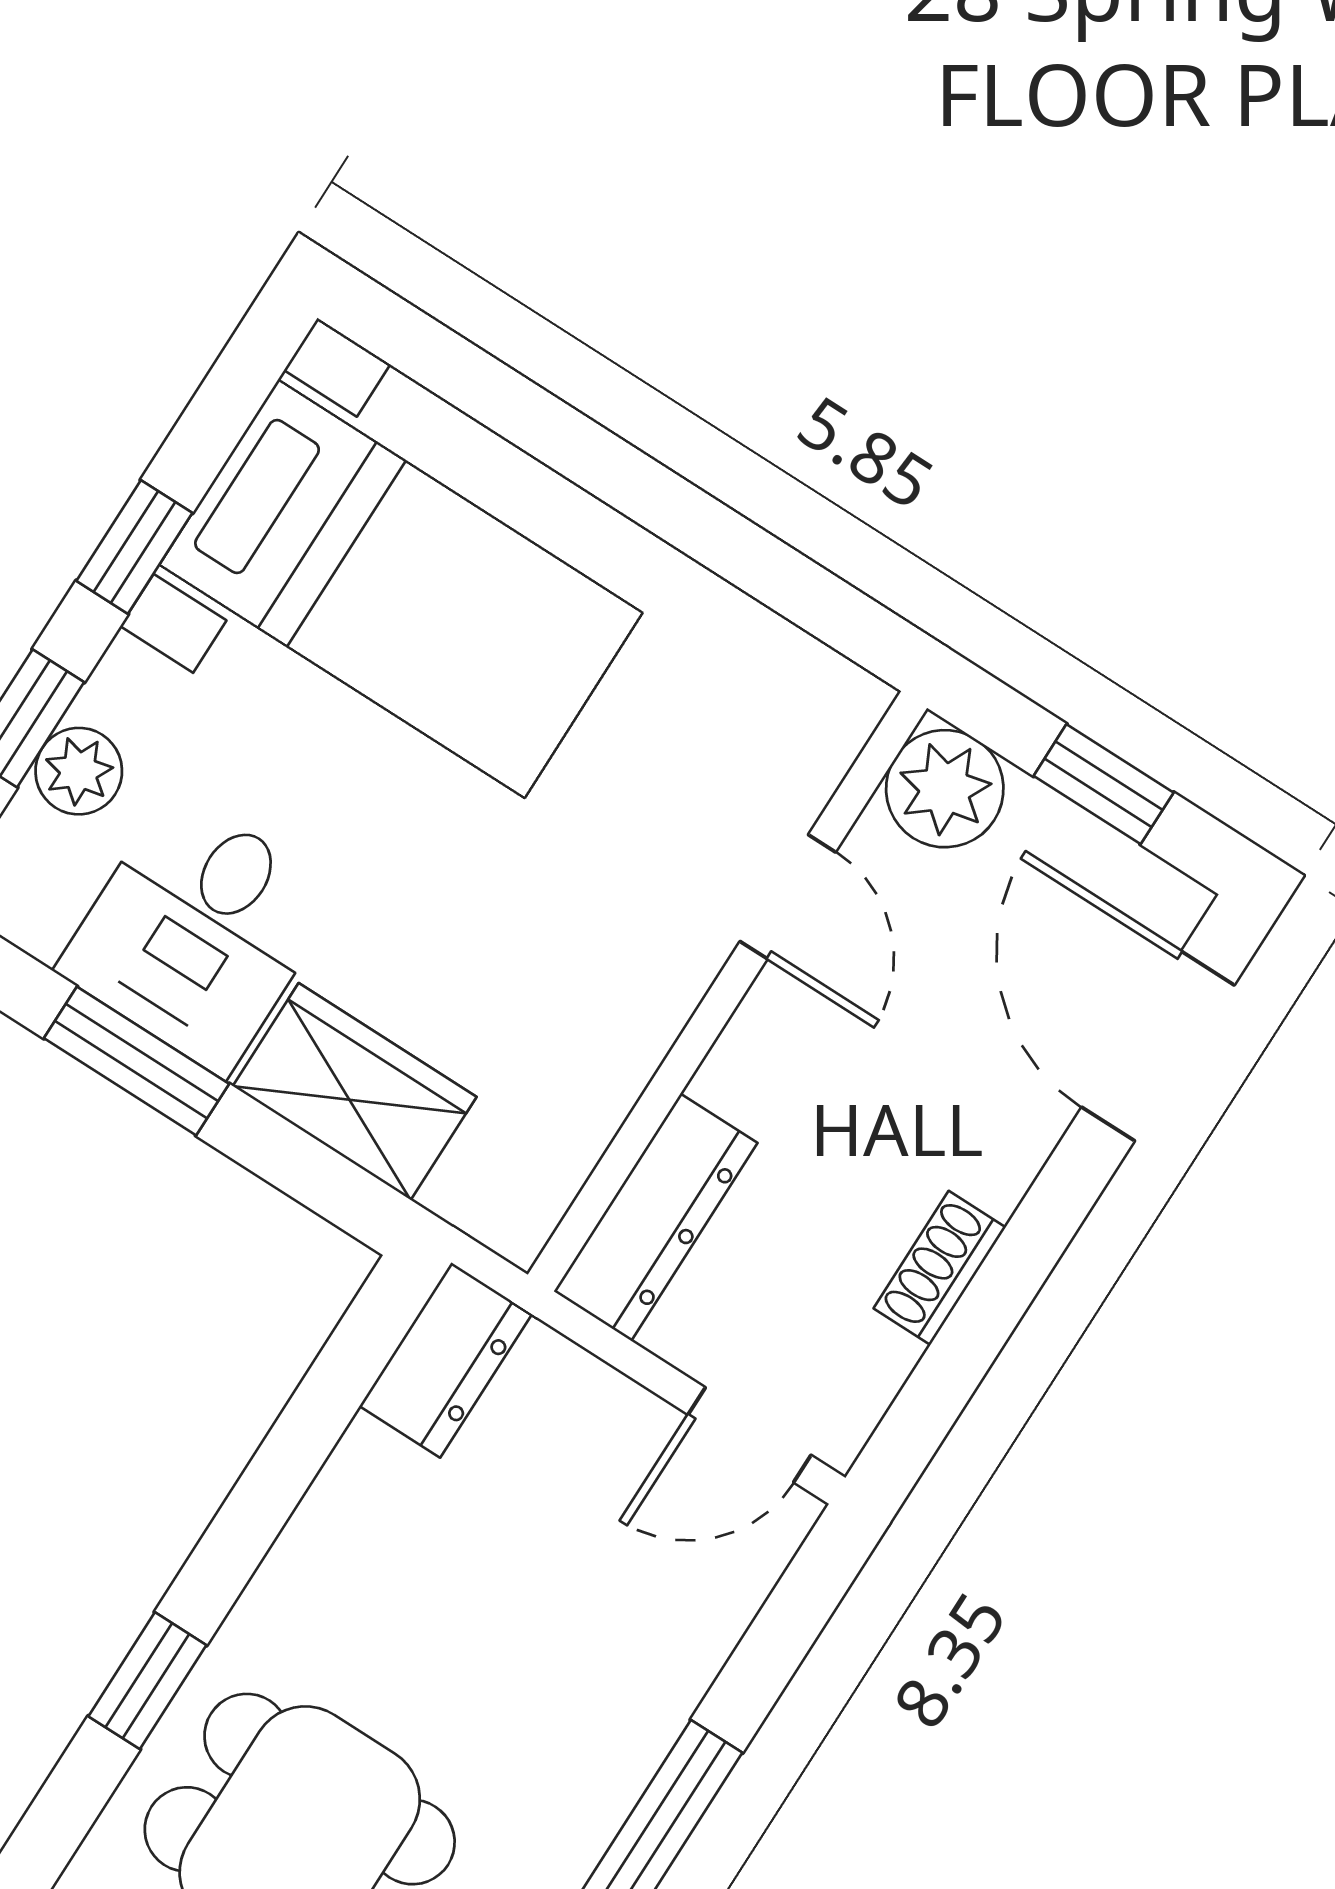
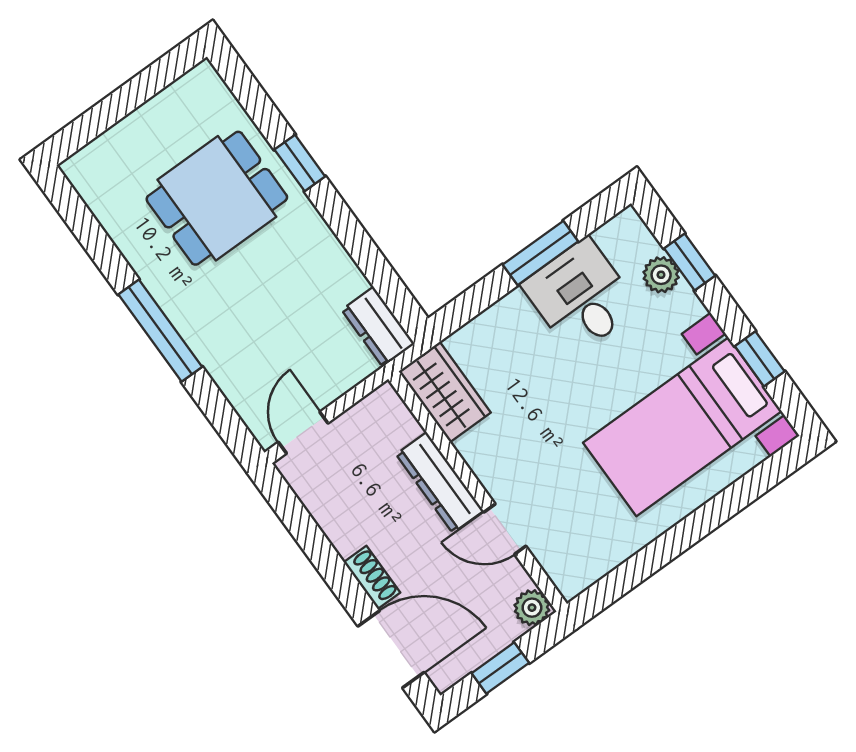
window: (134, 547) -> (760, 359), moved
plant: (945, 789) -> (532, 608), width x0.73, depth x0.73
wardrobe: (355, 1092) -> (445, 392), moved, turned -90
dresser: (656, 1217) -> (440, 483), moved
shoe rack: (940, 1268) -> (372, 577), moved

